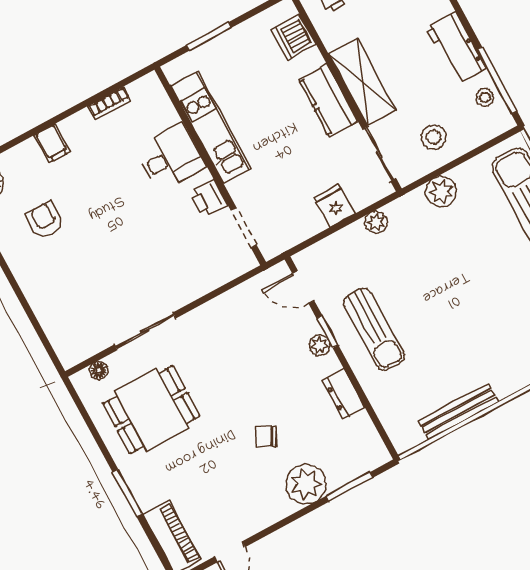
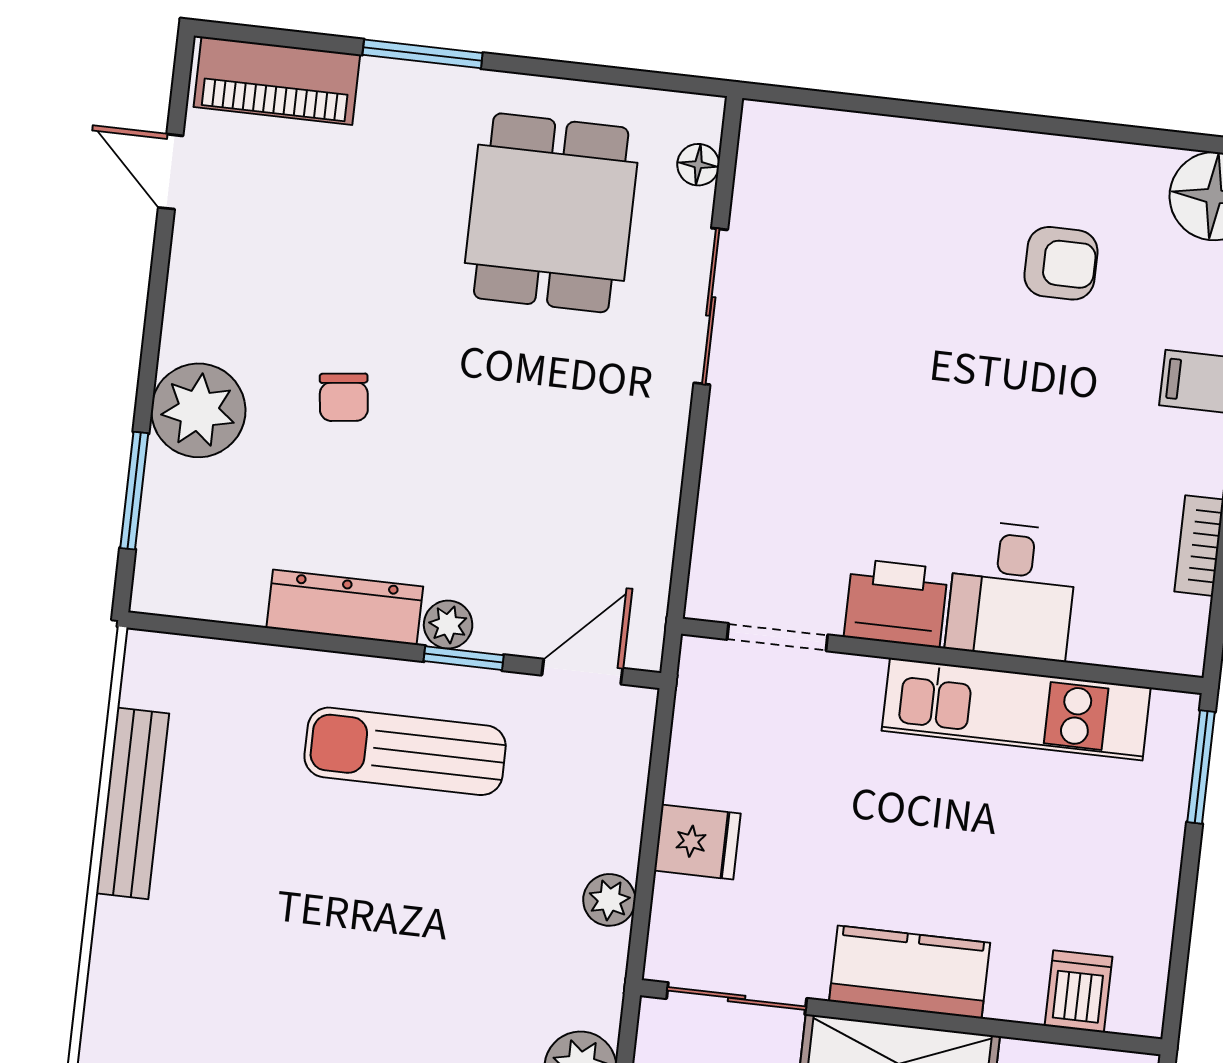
window: (209, 37) -> (1201, 767), moved
dishwasher: (294, 37) -> (1079, 991), width x0.73
printer: (209, 198) -> (896, 603), width x1.36, depth x1.24
dresser: (343, 394) -> (345, 607), width x1.44
chair: (266, 437) -> (344, 397), turned 145

